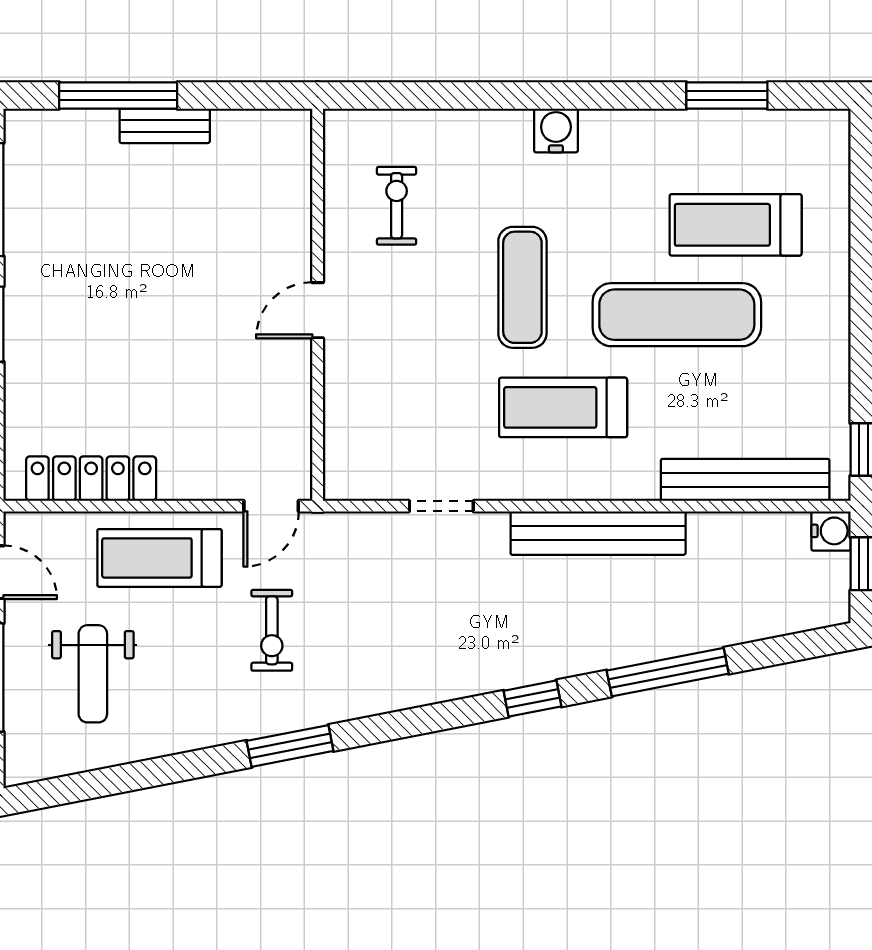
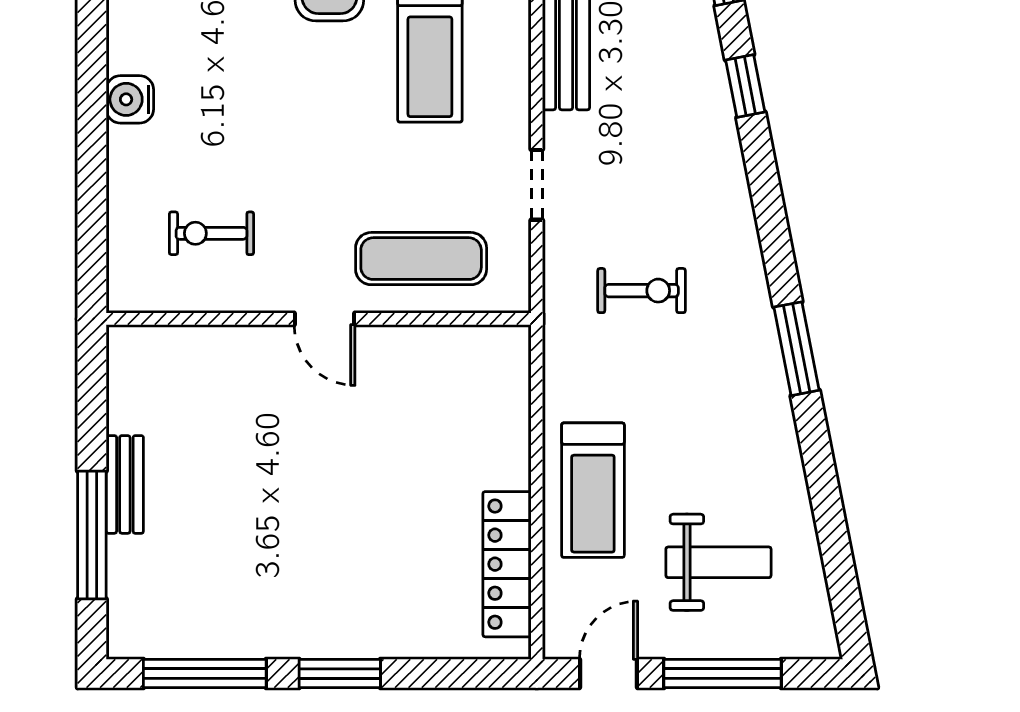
water cooler: (556, 130) -> (130, 99), moved
exercise mat: (522, 287) -> (421, 259), moved
door: (271, 506) -> (537, 369), removed
exercise bike: (272, 630) -> (642, 291), moved

